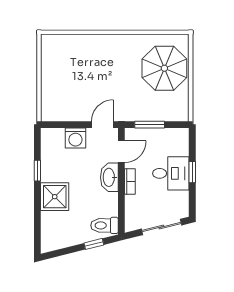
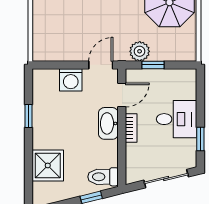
plant: (137, 112) -> (140, 51), added
window: (150, 125) -> (153, 65), width x0.67
window: (192, 172) -> (200, 139), moved
shower: (55, 197) -> (48, 165), moved

